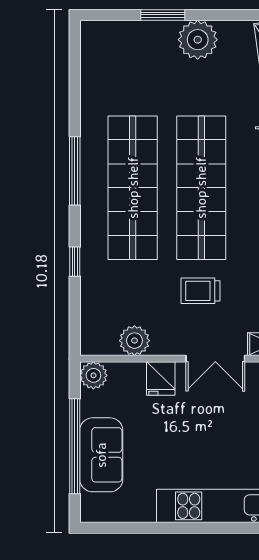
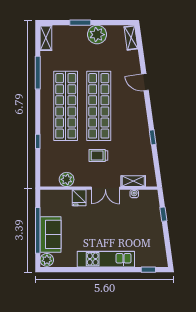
shelving: (92, 47) -> (46, 38), added
window: (75, 171) -> (38, 73), moved
plant: (93, 375) -> (47, 260), moved

